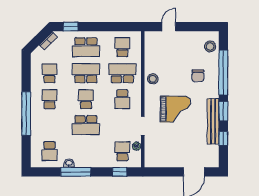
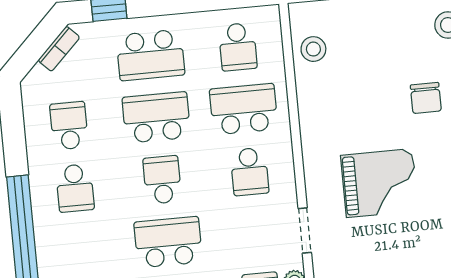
school desk: (122, 47) -> (238, 47), turned 180
stool: (153, 79) -> (313, 49), moved
school desk: (50, 99) -> (75, 188), turned 180
school desk: (86, 125) -> (168, 242), turned 180

